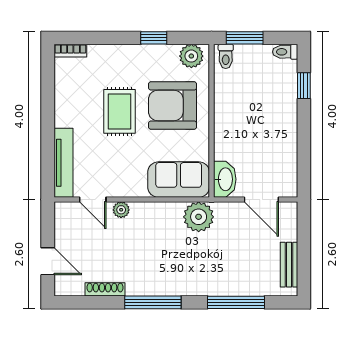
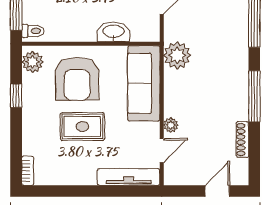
washbasin: (225, 179) -> (113, 32), moved
sofa: (179, 180) -> (144, 83), width x1.36

